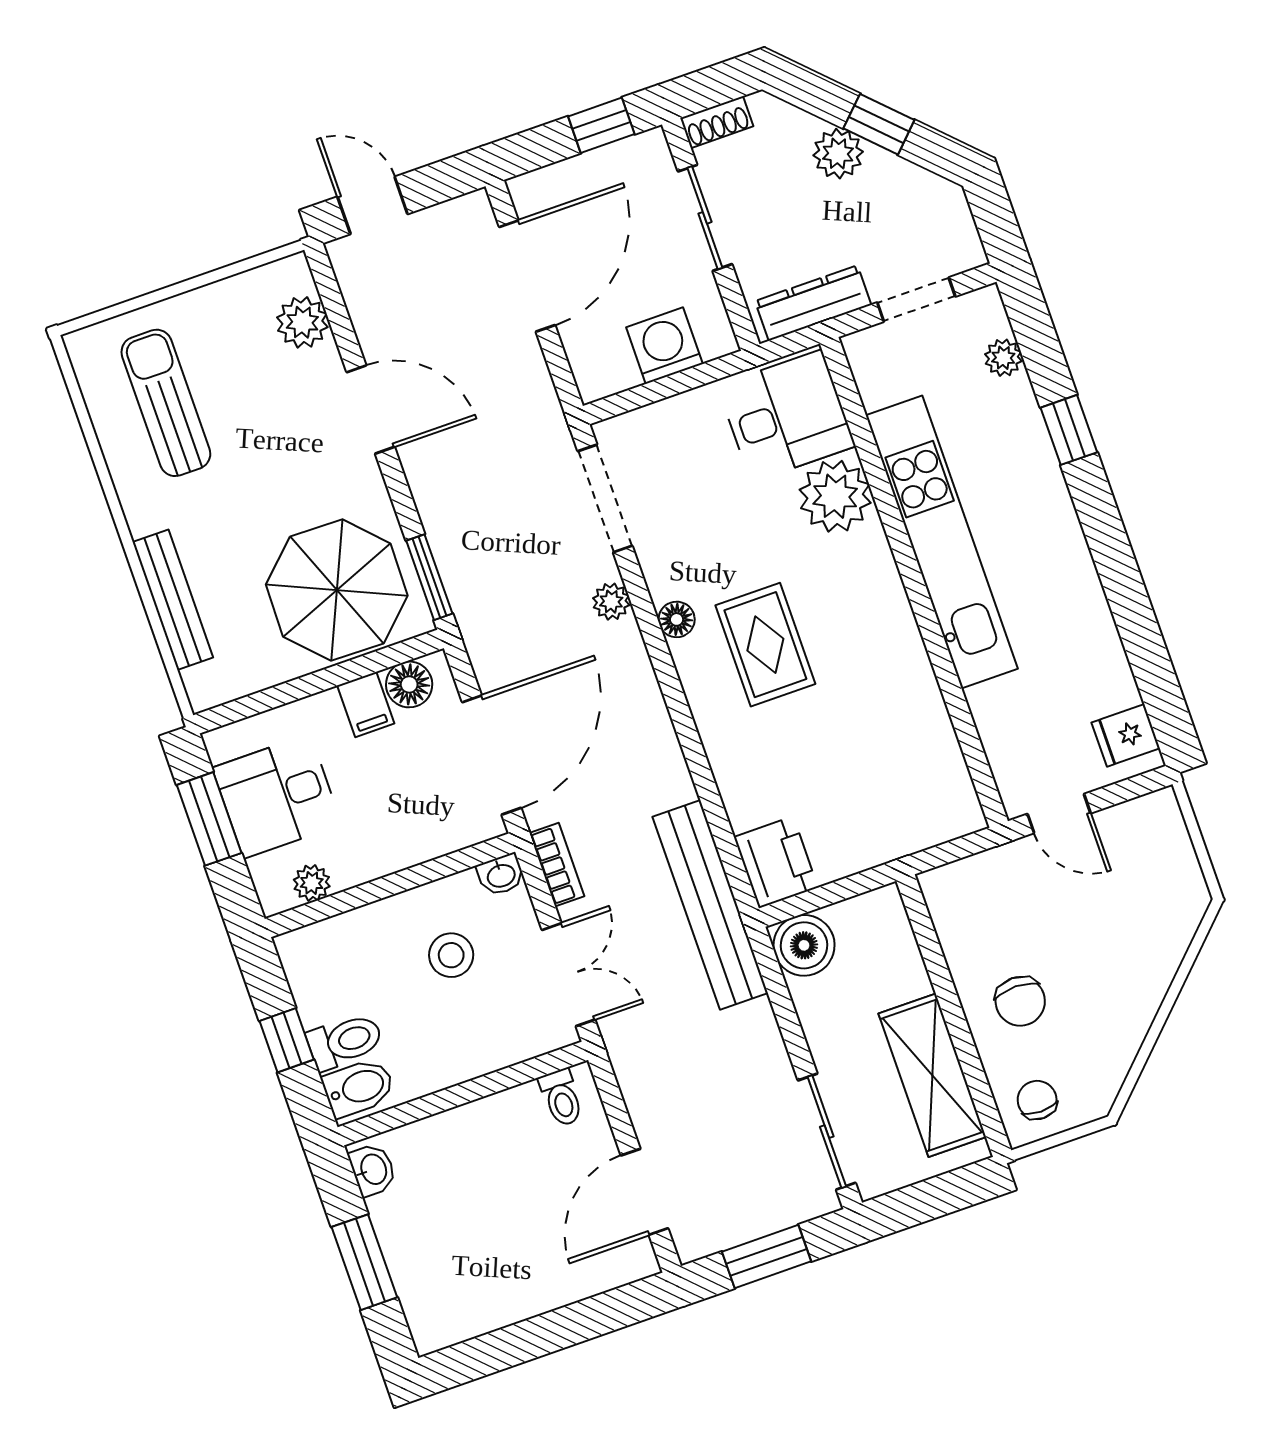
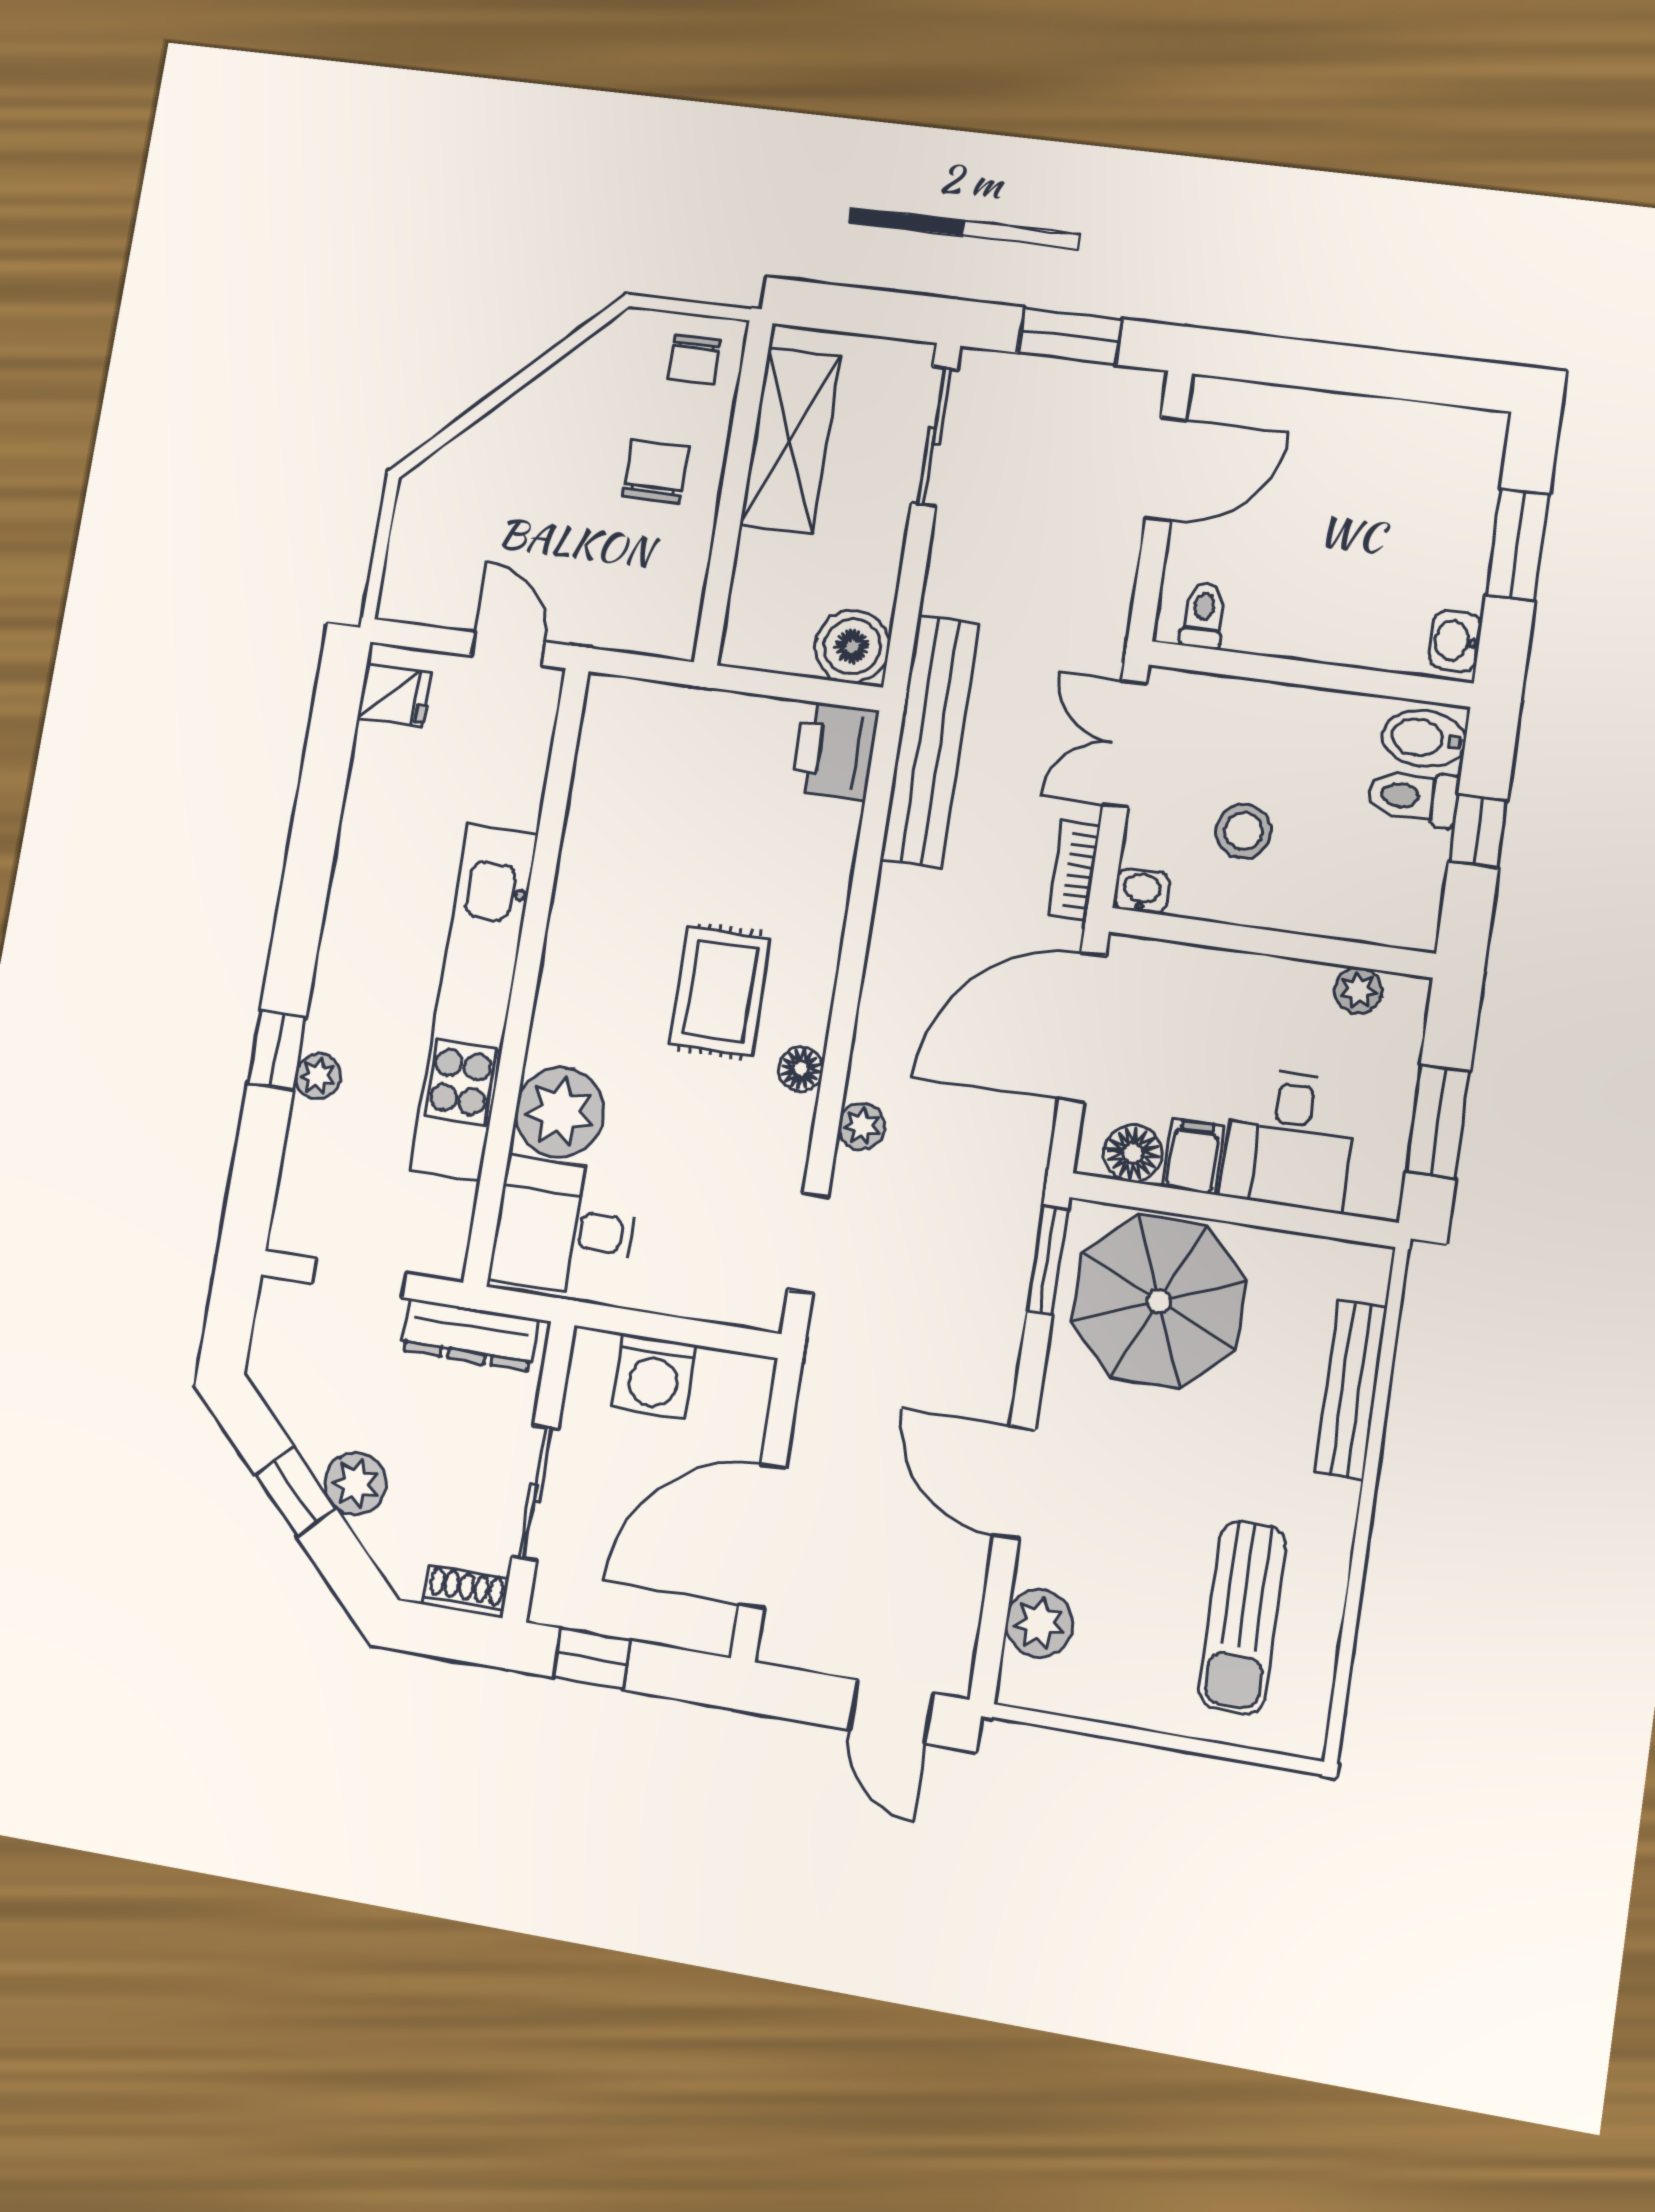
plant: (1003, 358) -> (318, 1076), moved
doorway: (605, 499) -> (808, 1243), width x0.73
desk: (277, 796) -> (1290, 1140), moved, turned 90

